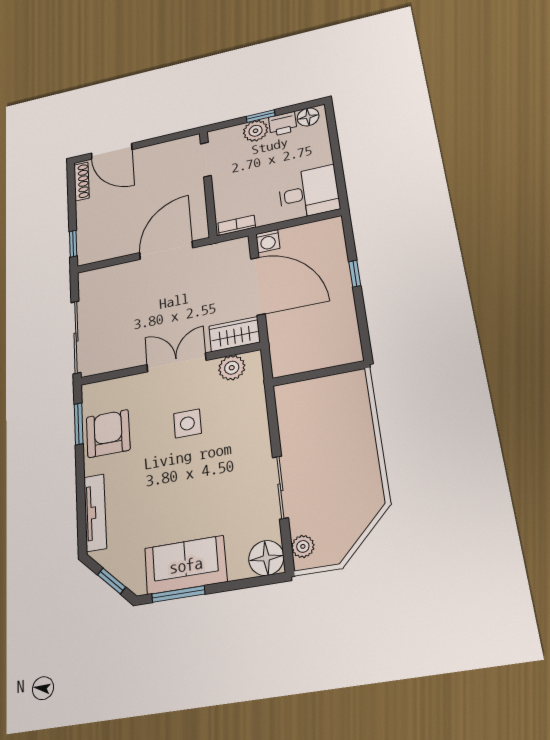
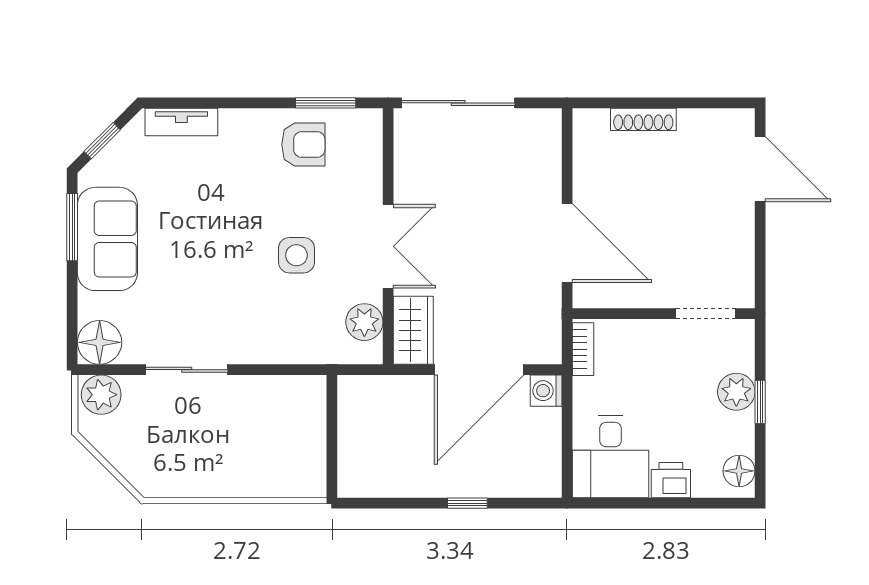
printer: (283, 124) -> (671, 480), moved, turned 90
door: (112, 151) -> (760, 169), swing flipped
shoe rack: (81, 181) -> (643, 119), moved
window: (73, 244) -> (613, 103), removed
armchair: (108, 434) -> (303, 145), width x0.72, depth x0.72
tv unit: (95, 513) -> (181, 122), width x0.71
plant: (303, 546) -> (101, 395), width x1.38, depth x1.38

